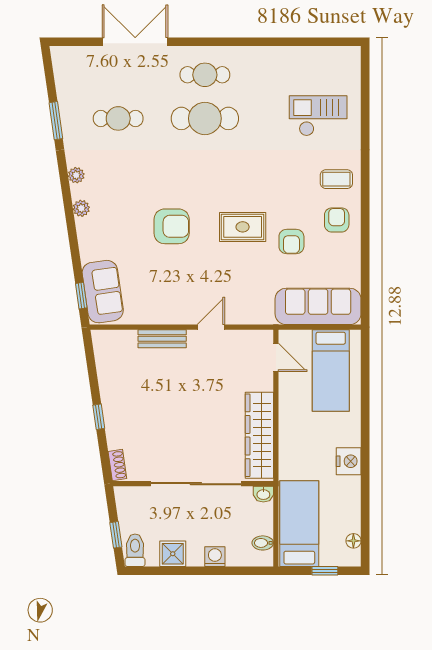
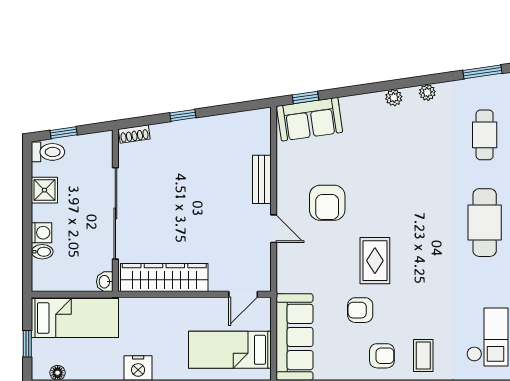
armchair: (172, 226) -> (327, 203), moved
bidet: (263, 543) -> (42, 252), moved, turned 90

